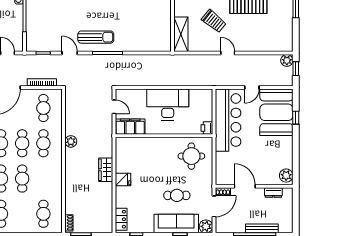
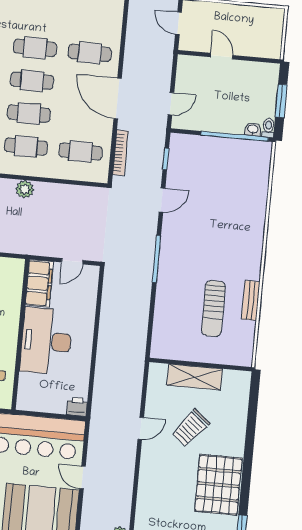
shelving: (181, 34) -> (195, 377), moved
sun lounger: (96, 37) -> (213, 309), moved
door: (228, 53) -> (141, 428), moved
desk: (168, 104) -> (46, 341), moved, turned 180
printer: (207, 128) -> (77, 407), moved

